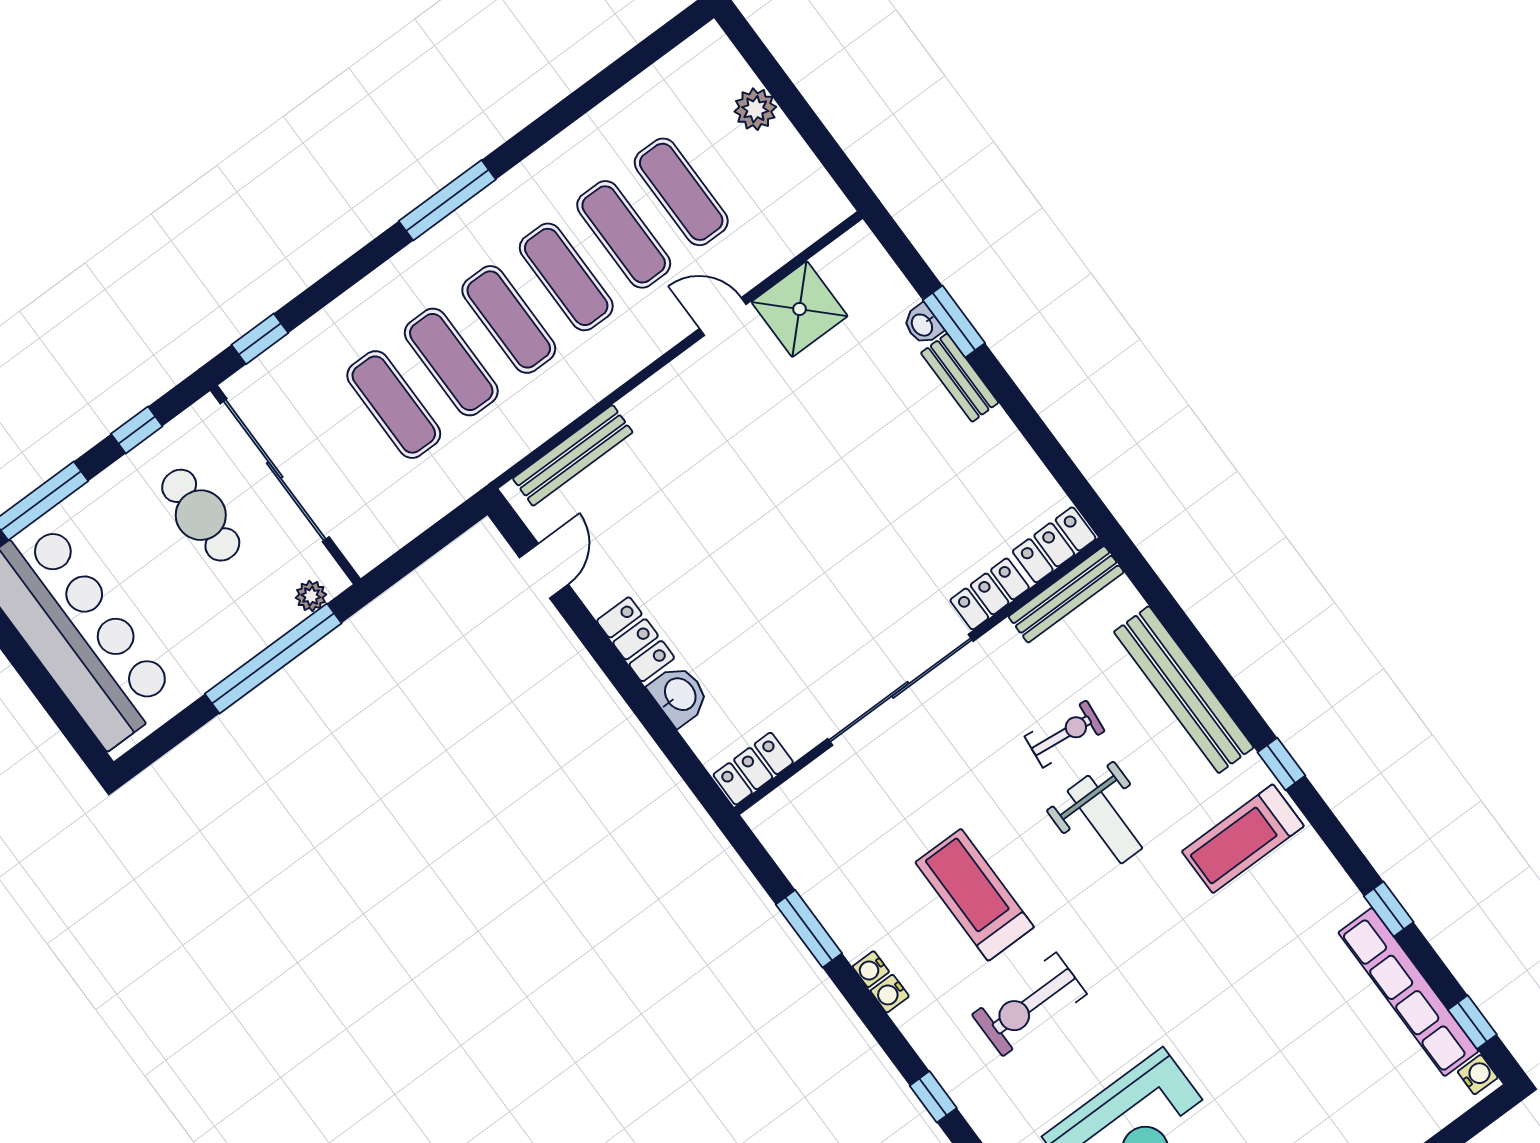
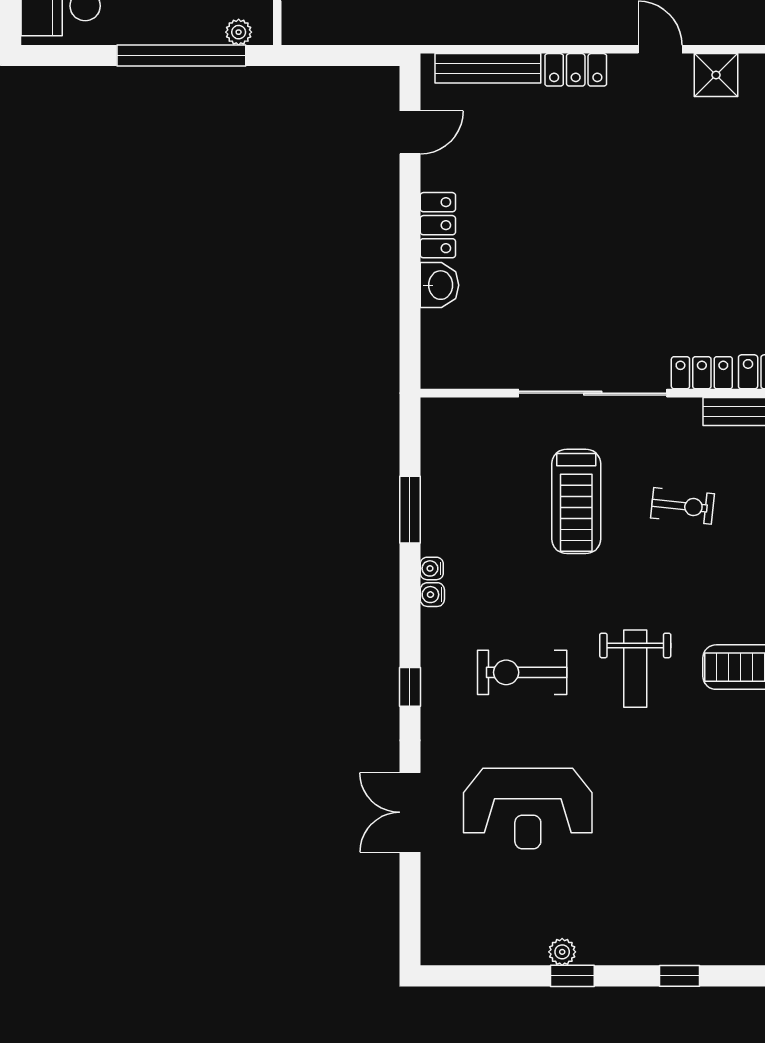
shower: (800, 309) -> (716, 75), width x0.73, depth x0.73
locker: (753, 769) -> (576, 70), moved, turned 180
weight bench: (1105, 820) -> (635, 669), moved
treadmill: (975, 895) -> (576, 501), moved, turned 180

